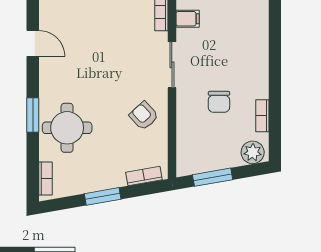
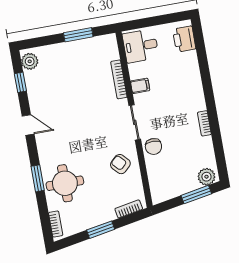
chair: (219, 102) -> (153, 147), moved
bookcase: (262, 116) -> (204, 123), moved
window: (213, 177) -> (196, 195), moved

